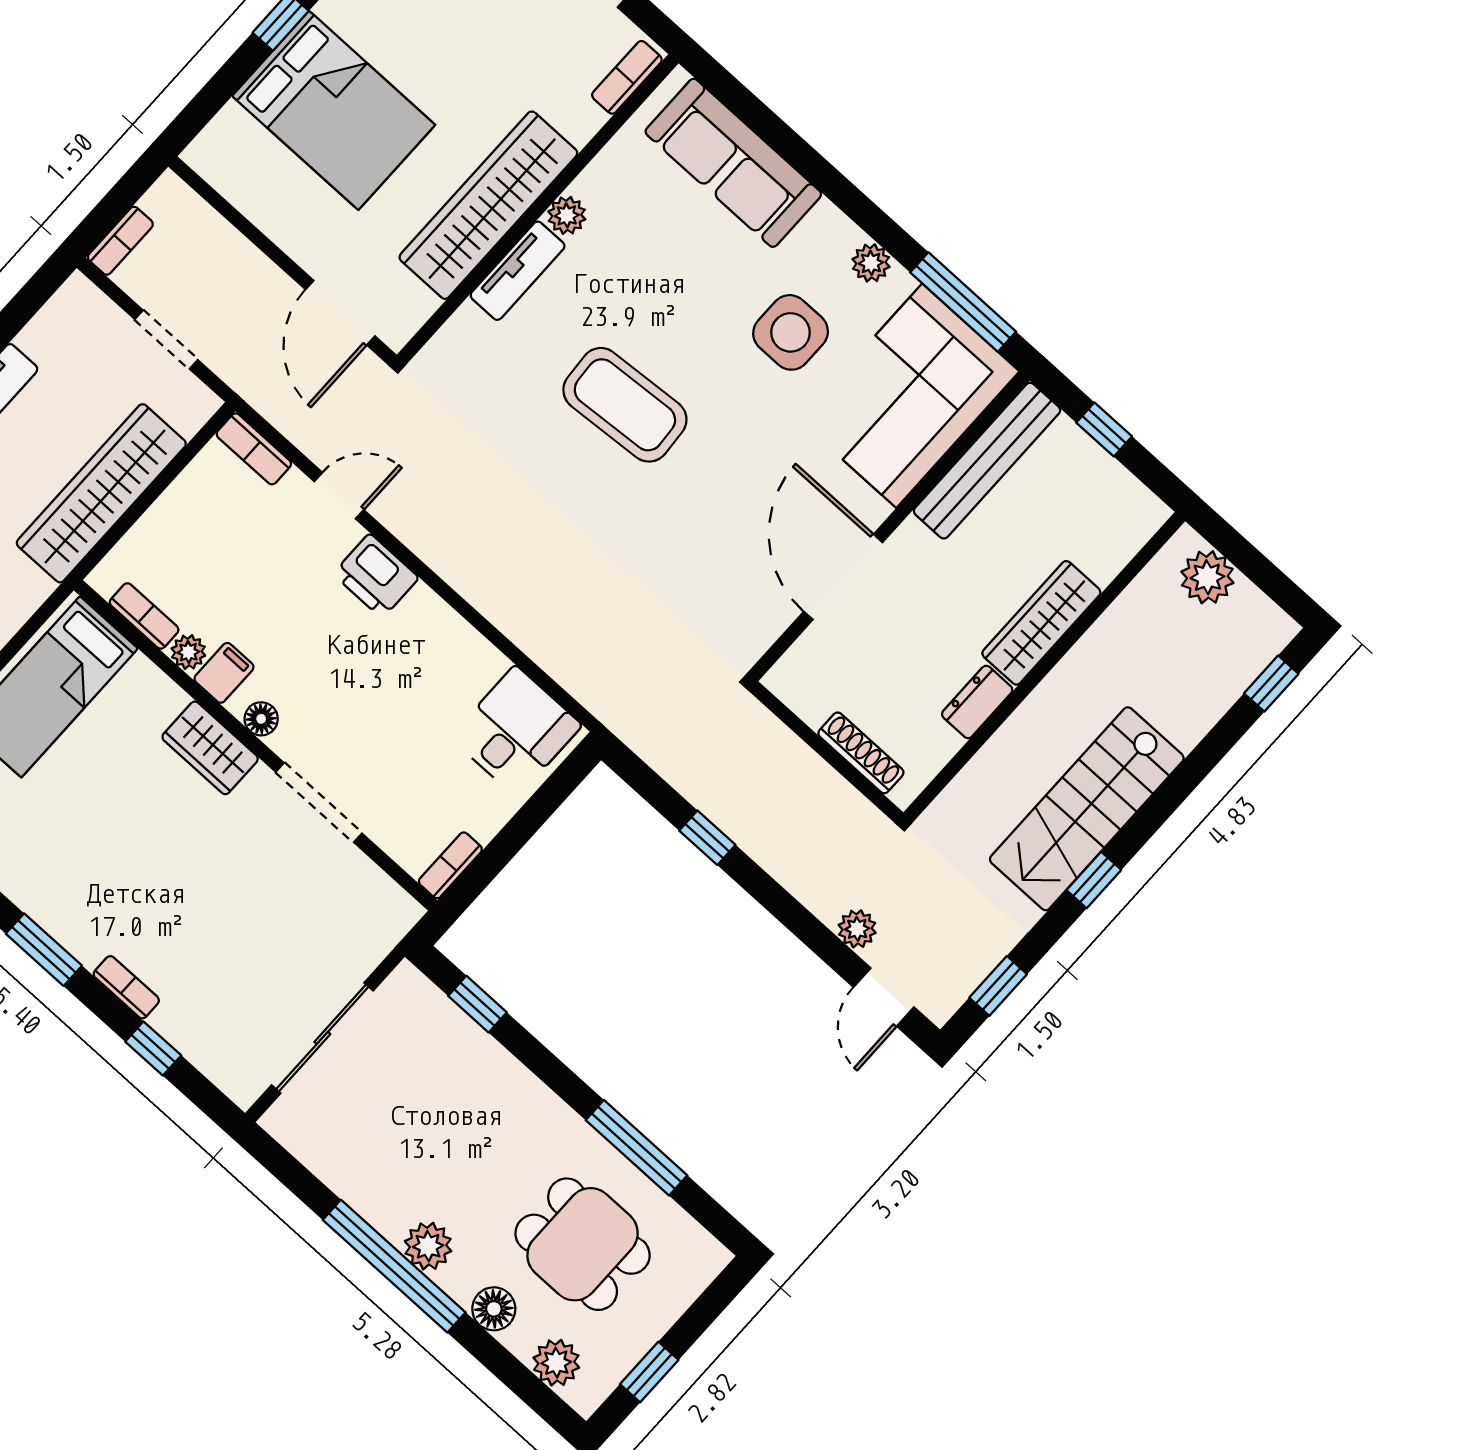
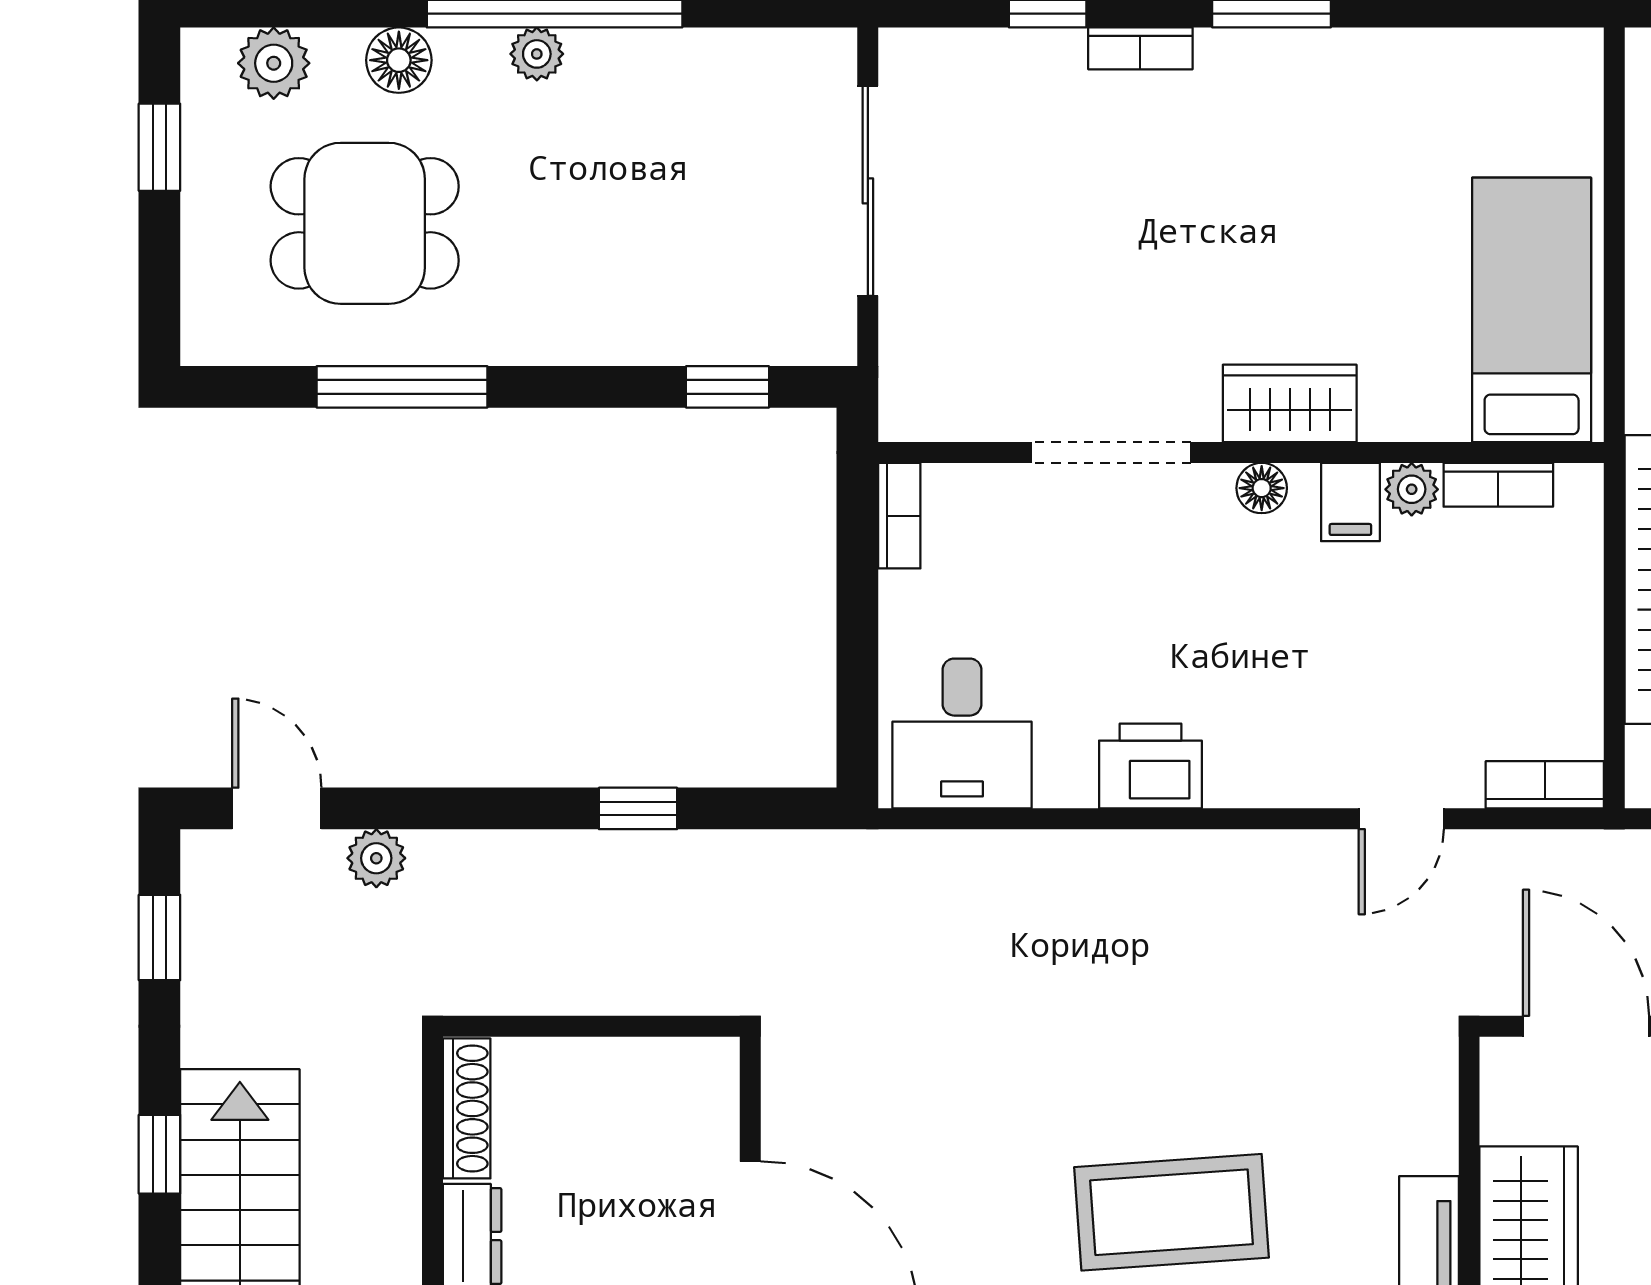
printer: (376, 576) -> (1150, 766), moved
shoe rack: (861, 753) -> (467, 1108), moved, turned -90
plant: (428, 1246) -> (537, 54), width x0.73, depth x0.73

